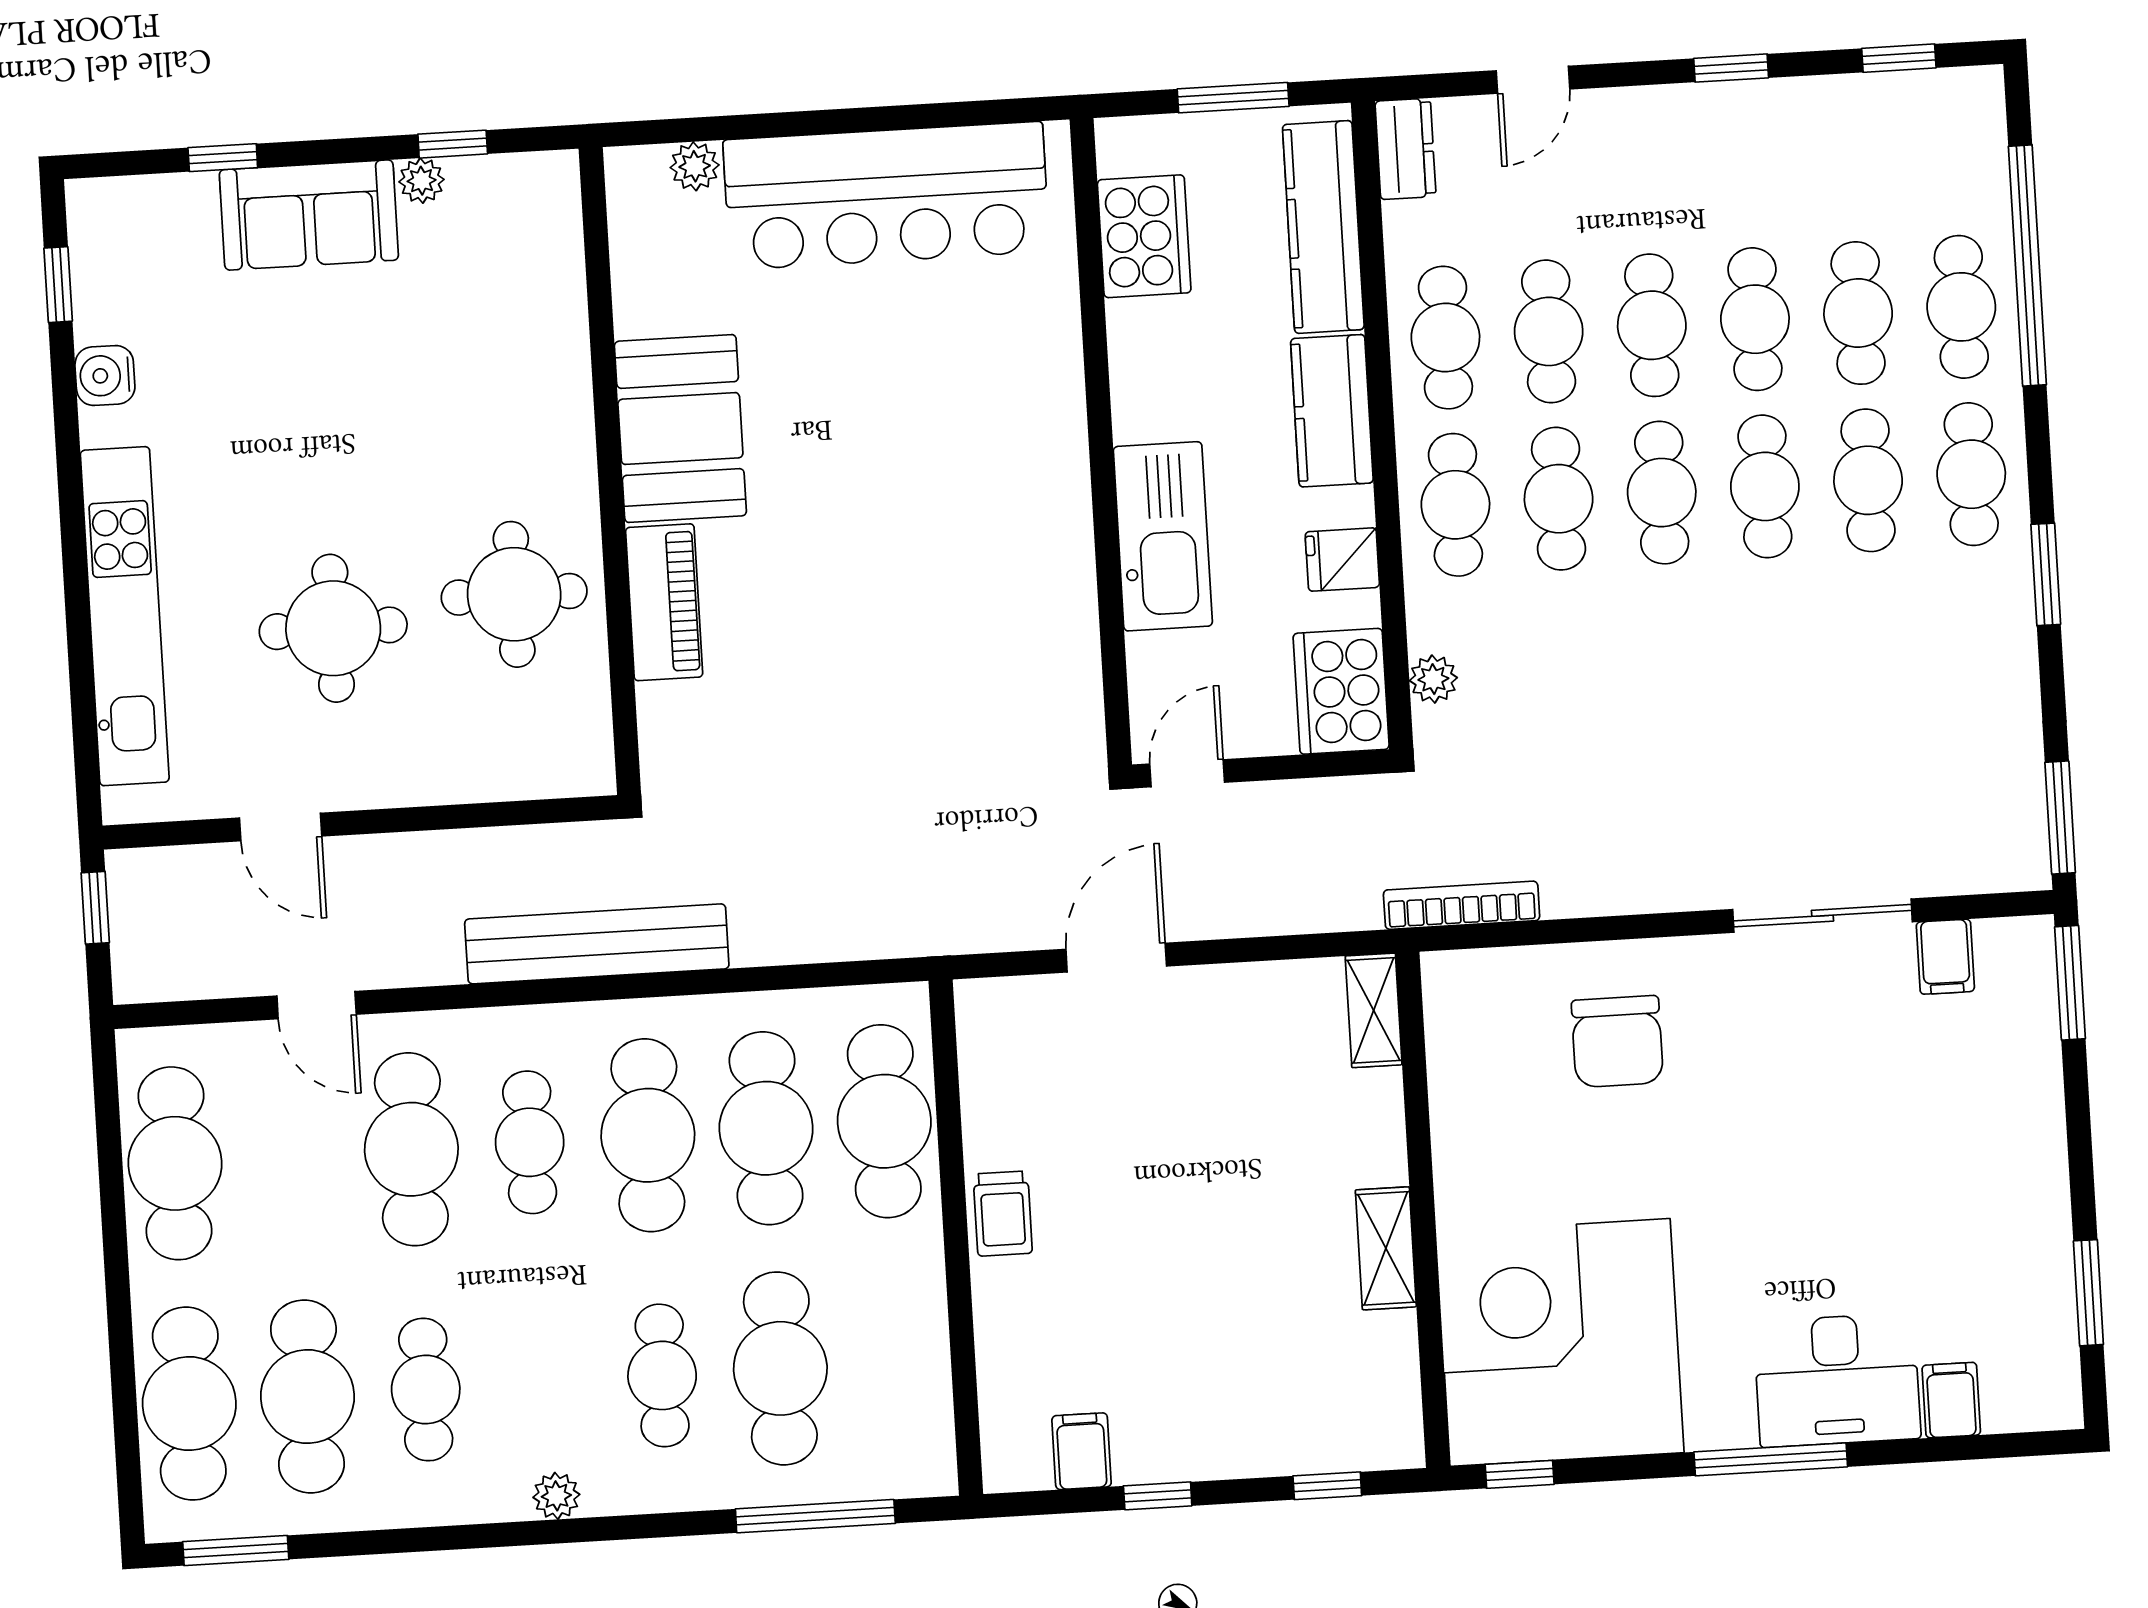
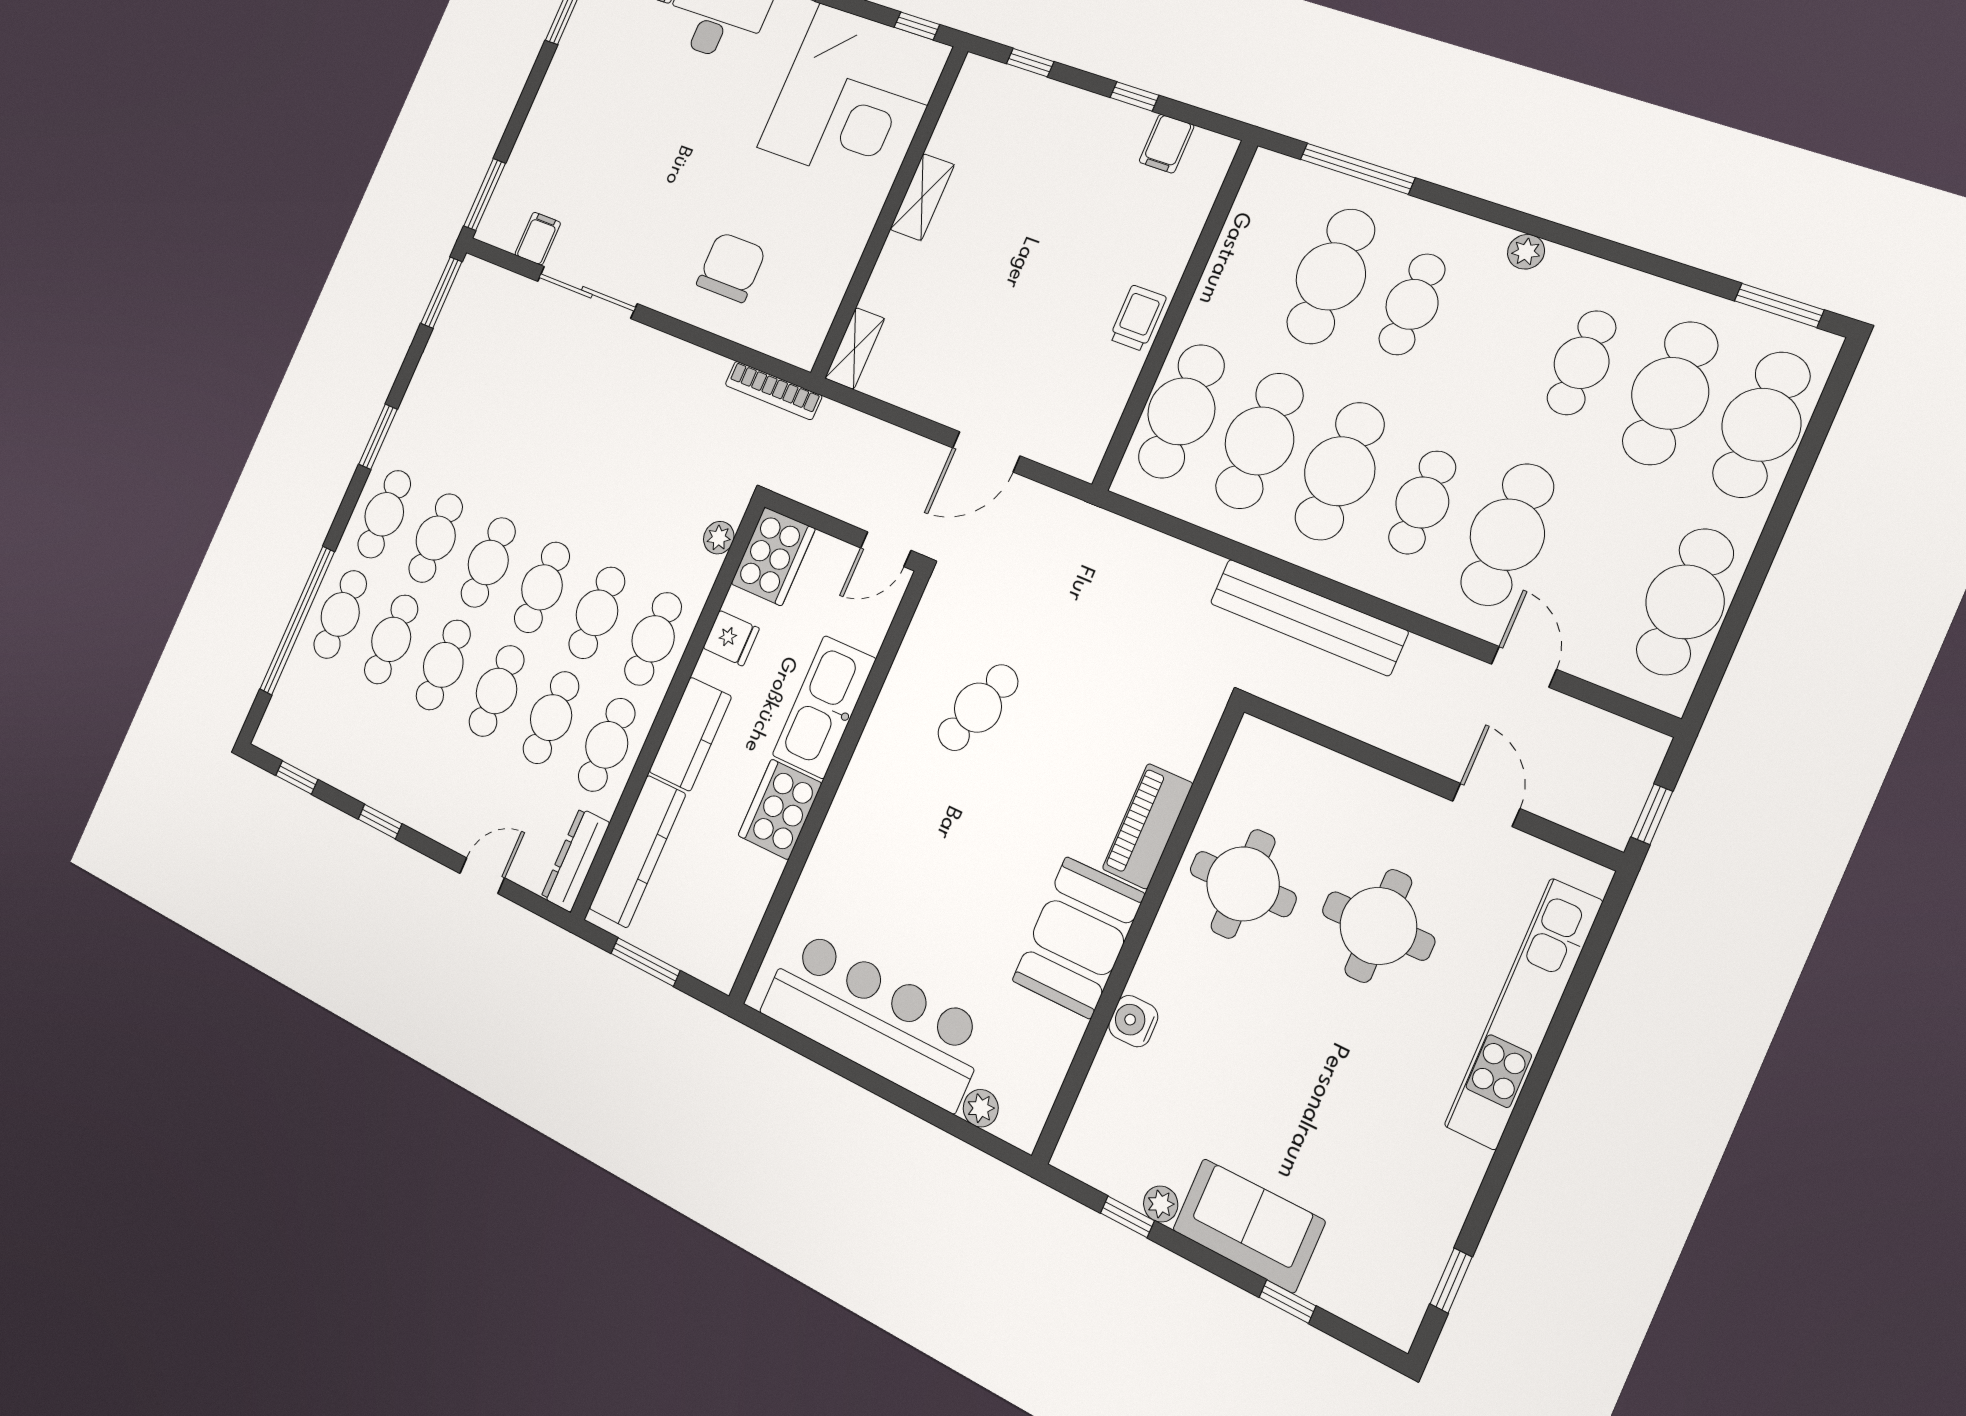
dresser: (1405, 149) -> (575, 860), width x1.44
cooker: (1144, 236) -> (780, 809), moved
water cooler: (105, 376) -> (1133, 1021), moved, turned 180
cafe table: (955, 636) -> (978, 708), added

